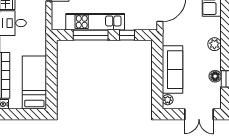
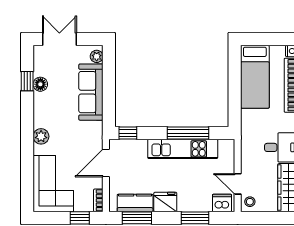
window: (127, 35) -> (128, 133), moved
plant: (214, 44) -> (41, 136), moved

